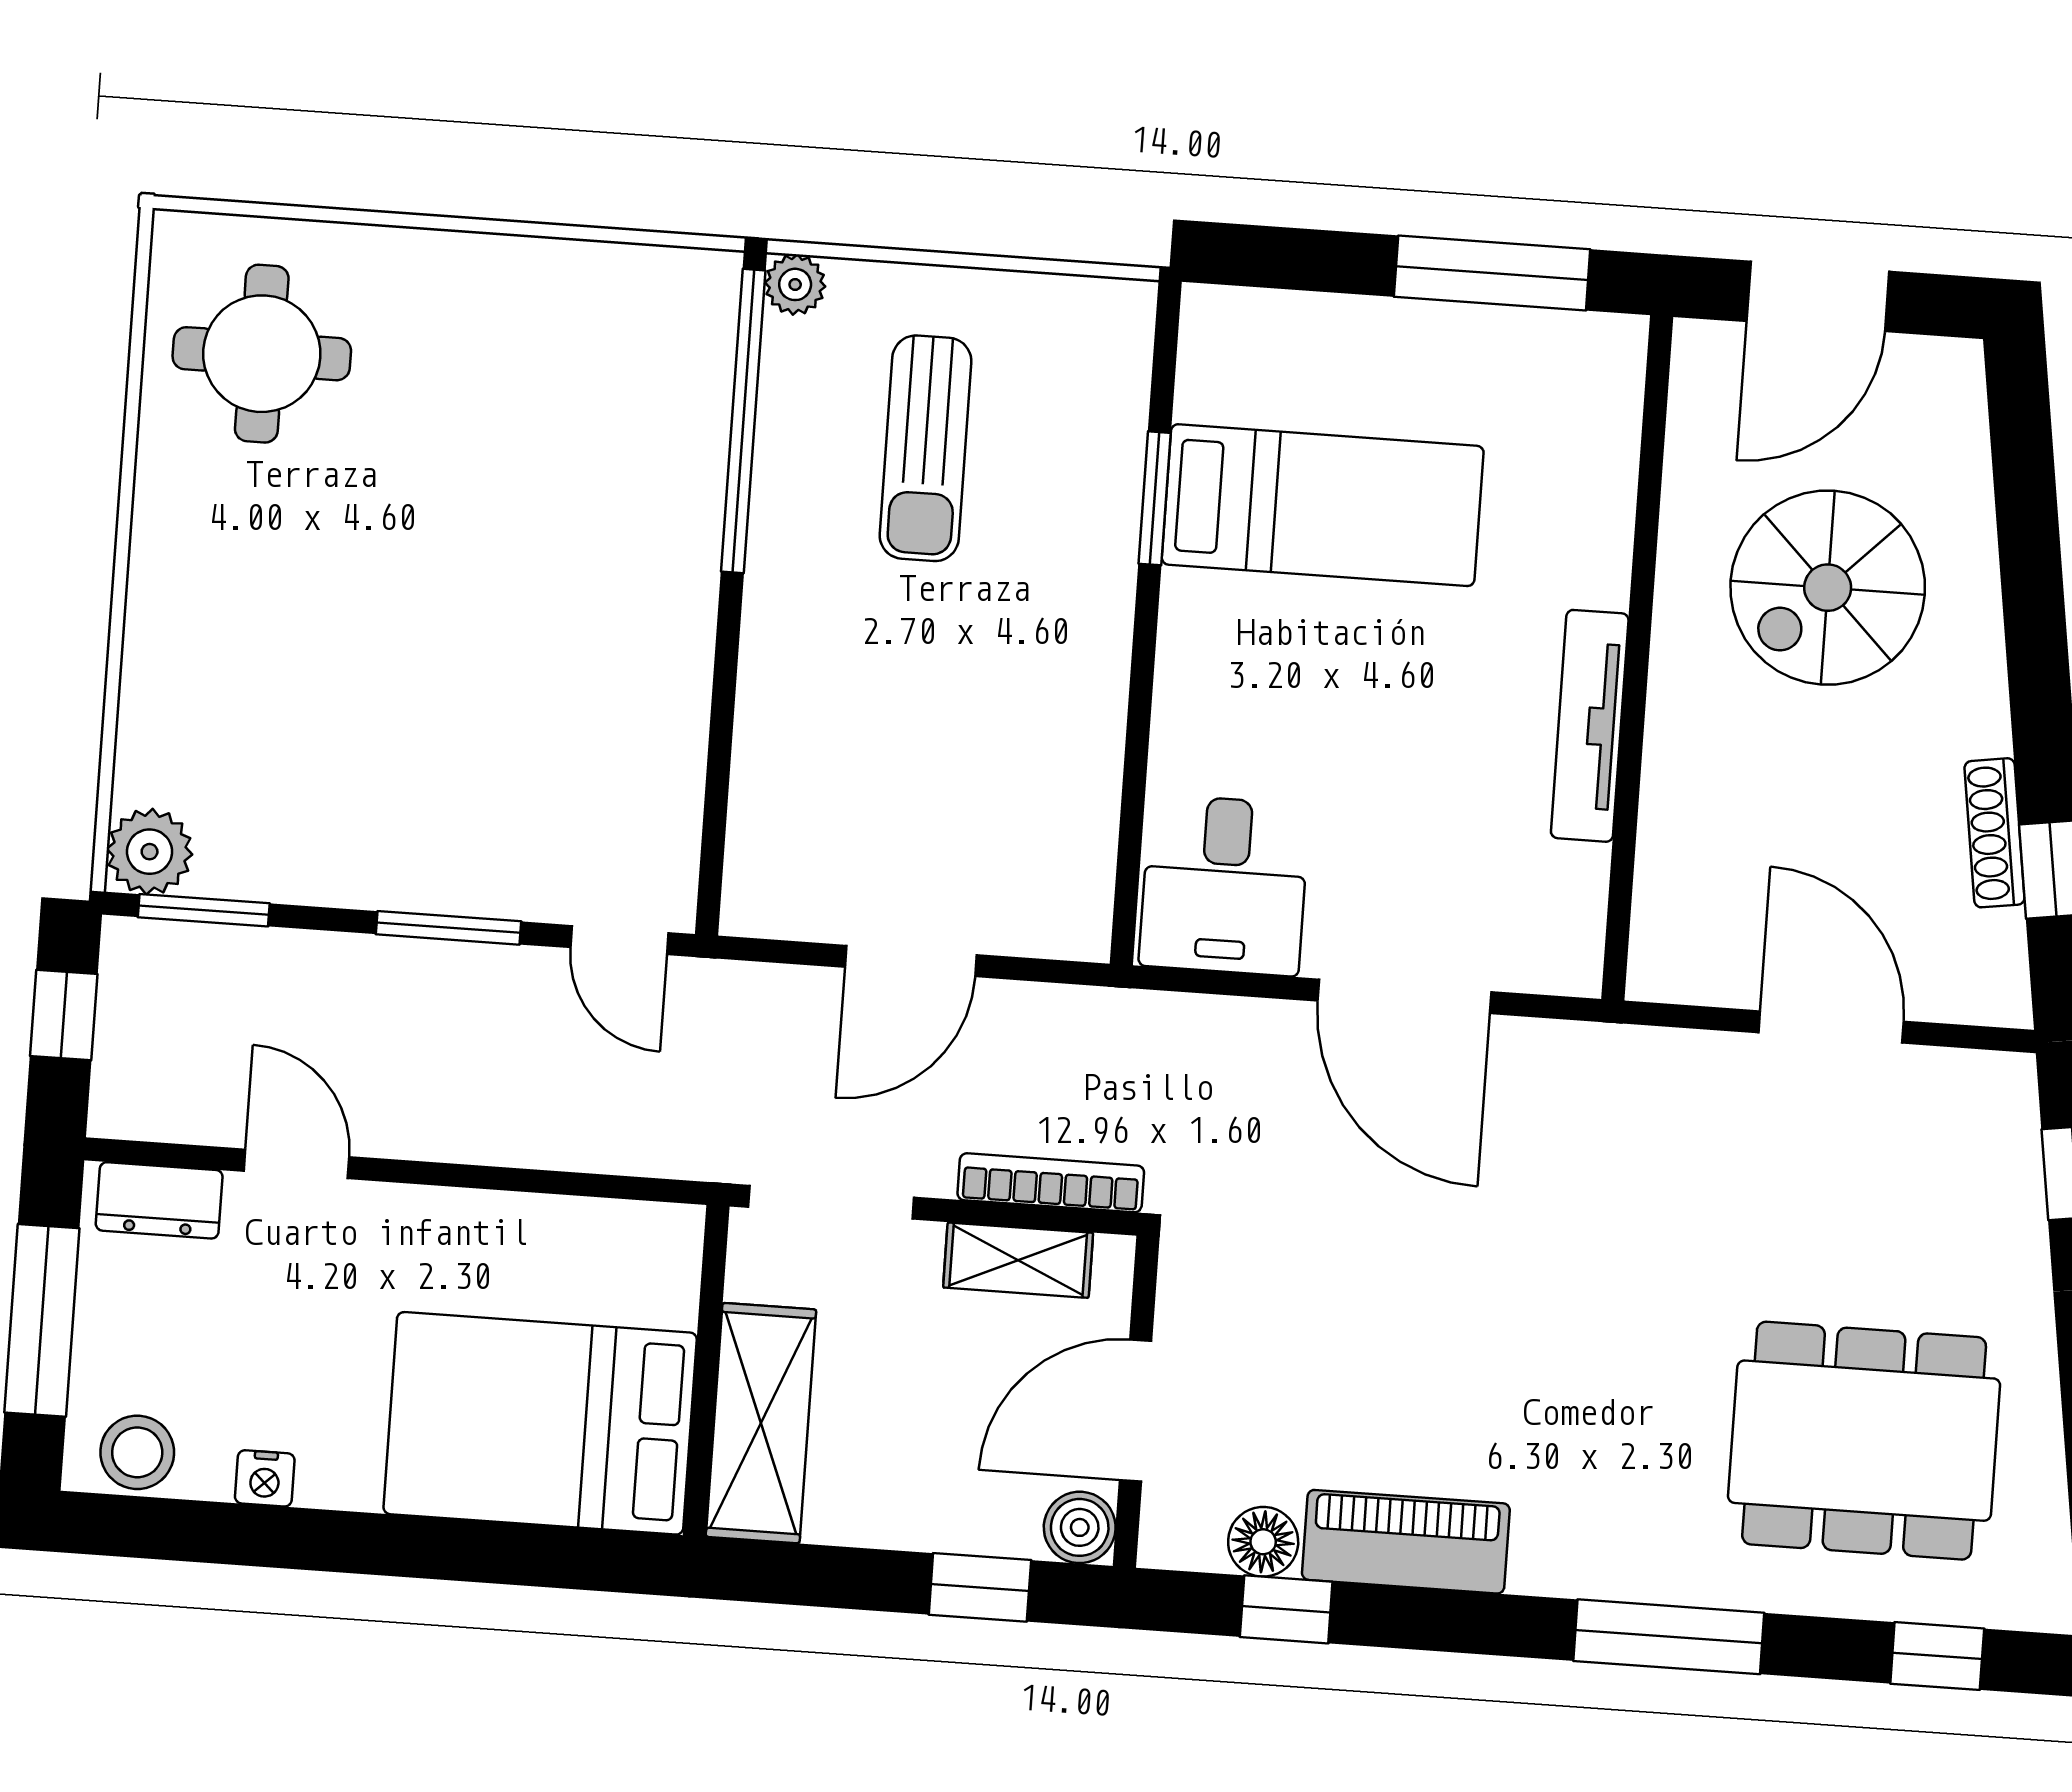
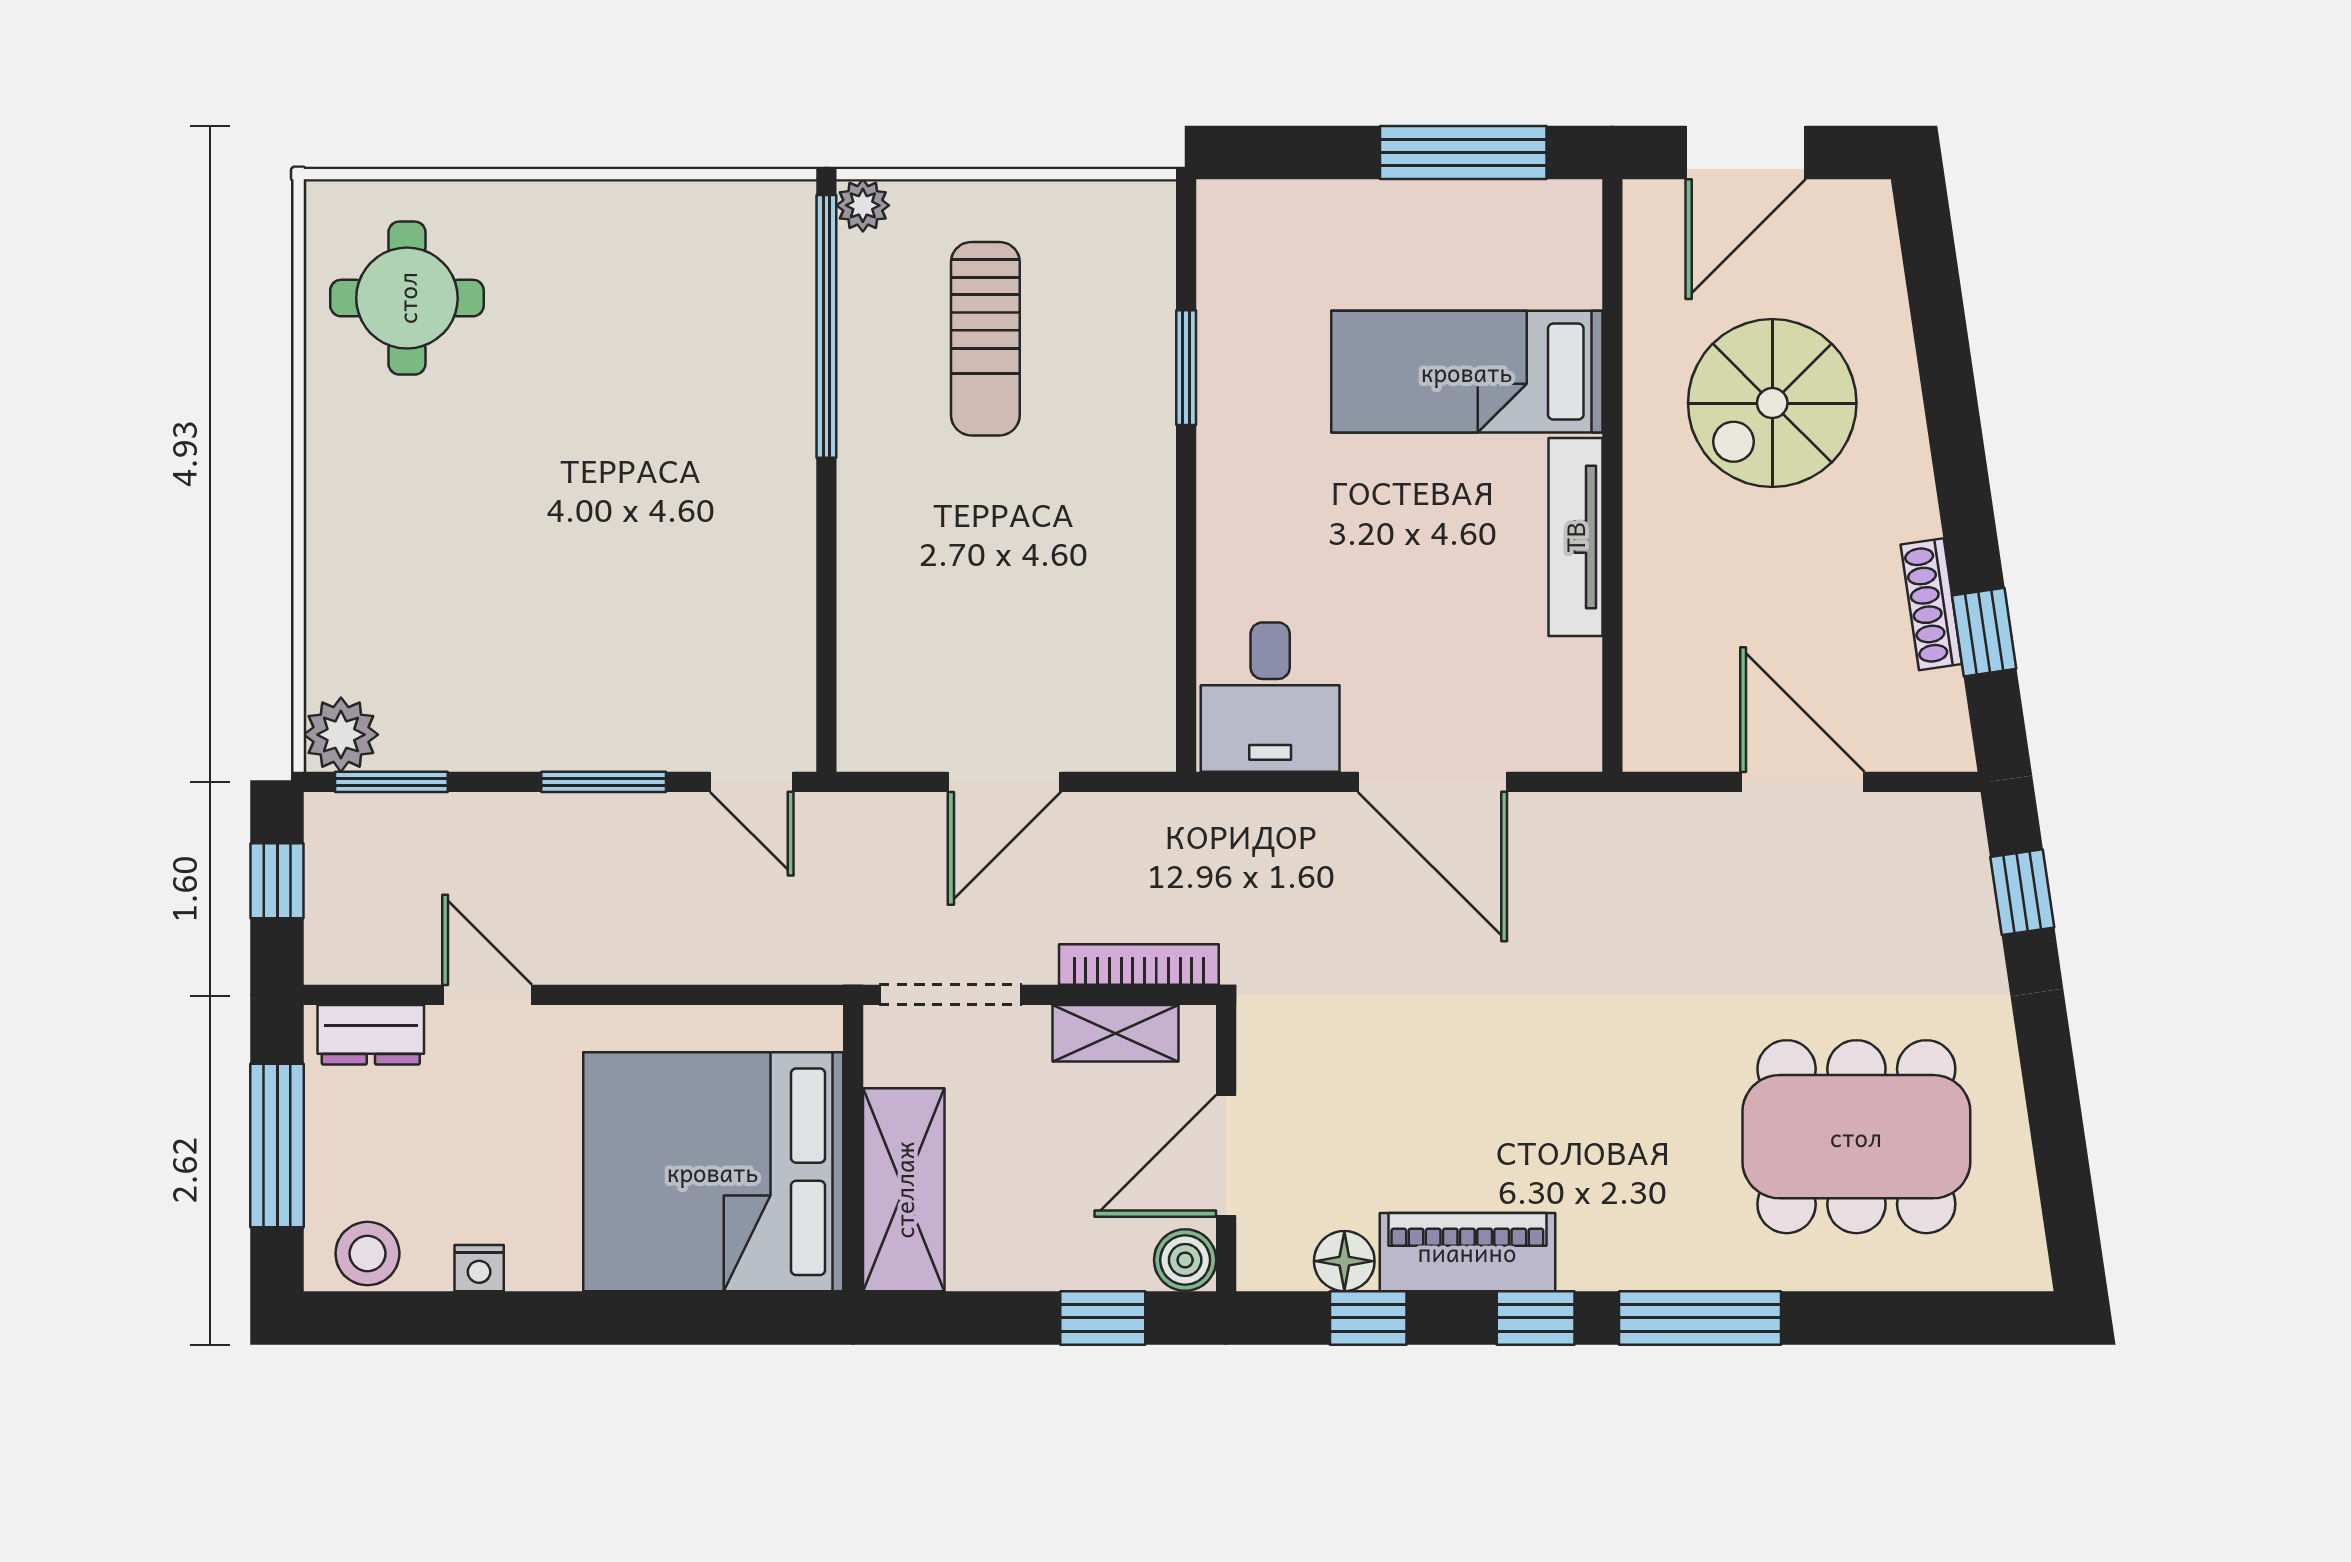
bed: (1323, 505) -> (1467, 372), moved, turned 180
bed: (540, 1423) -> (713, 1172), width x1.36
window: (1937, 1656) -> (1536, 1318), moved

